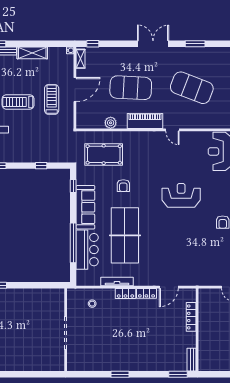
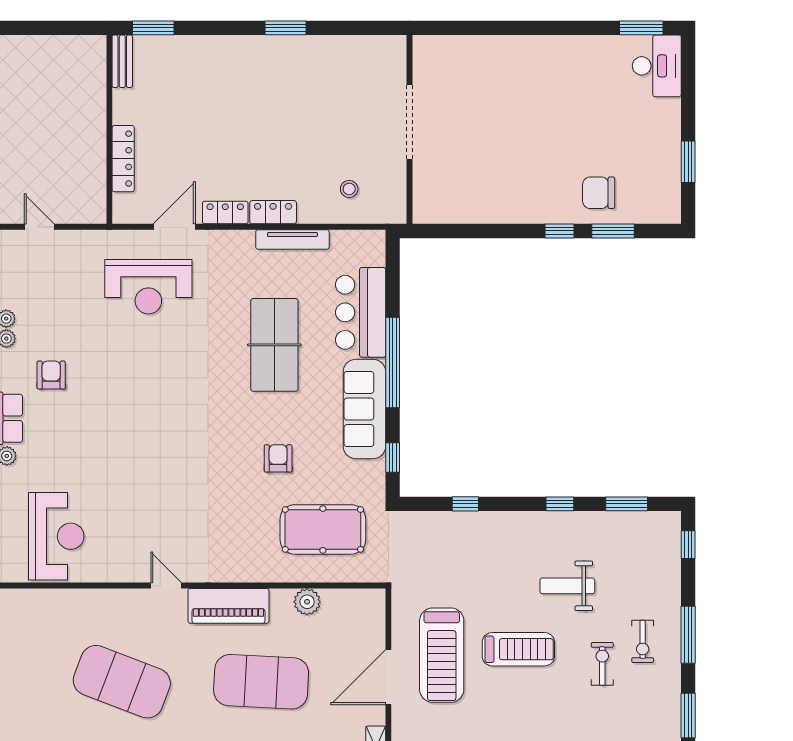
treadmill: (52, 99) -> (442, 655), width x1.37, depth x1.38
reception desk: (181, 195) -> (148, 287), moved
table tennis table: (125, 235) -> (274, 345), width x0.73, depth x0.76
window: (73, 243) -> (393, 363), moved

